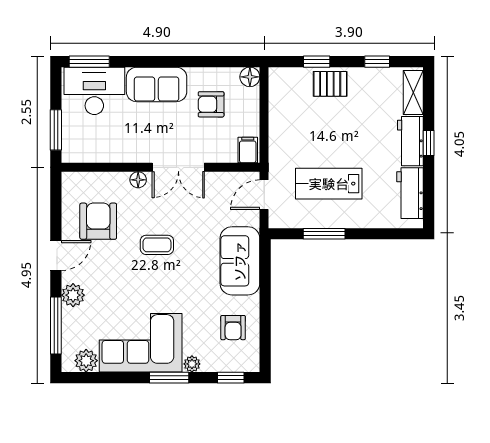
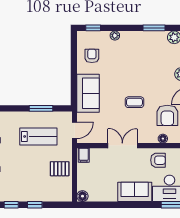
window: (317, 62) -> (35, 205), moved
pallet: (330, 84) -> (60, 169), moved
armchair: (211, 104) -> (158, 160), moved
floor lamp: (138, 180) -> (163, 139), moved
corner sofa: (141, 343) -> (144, 47), removed
window: (169, 378) -> (154, 28), moved

